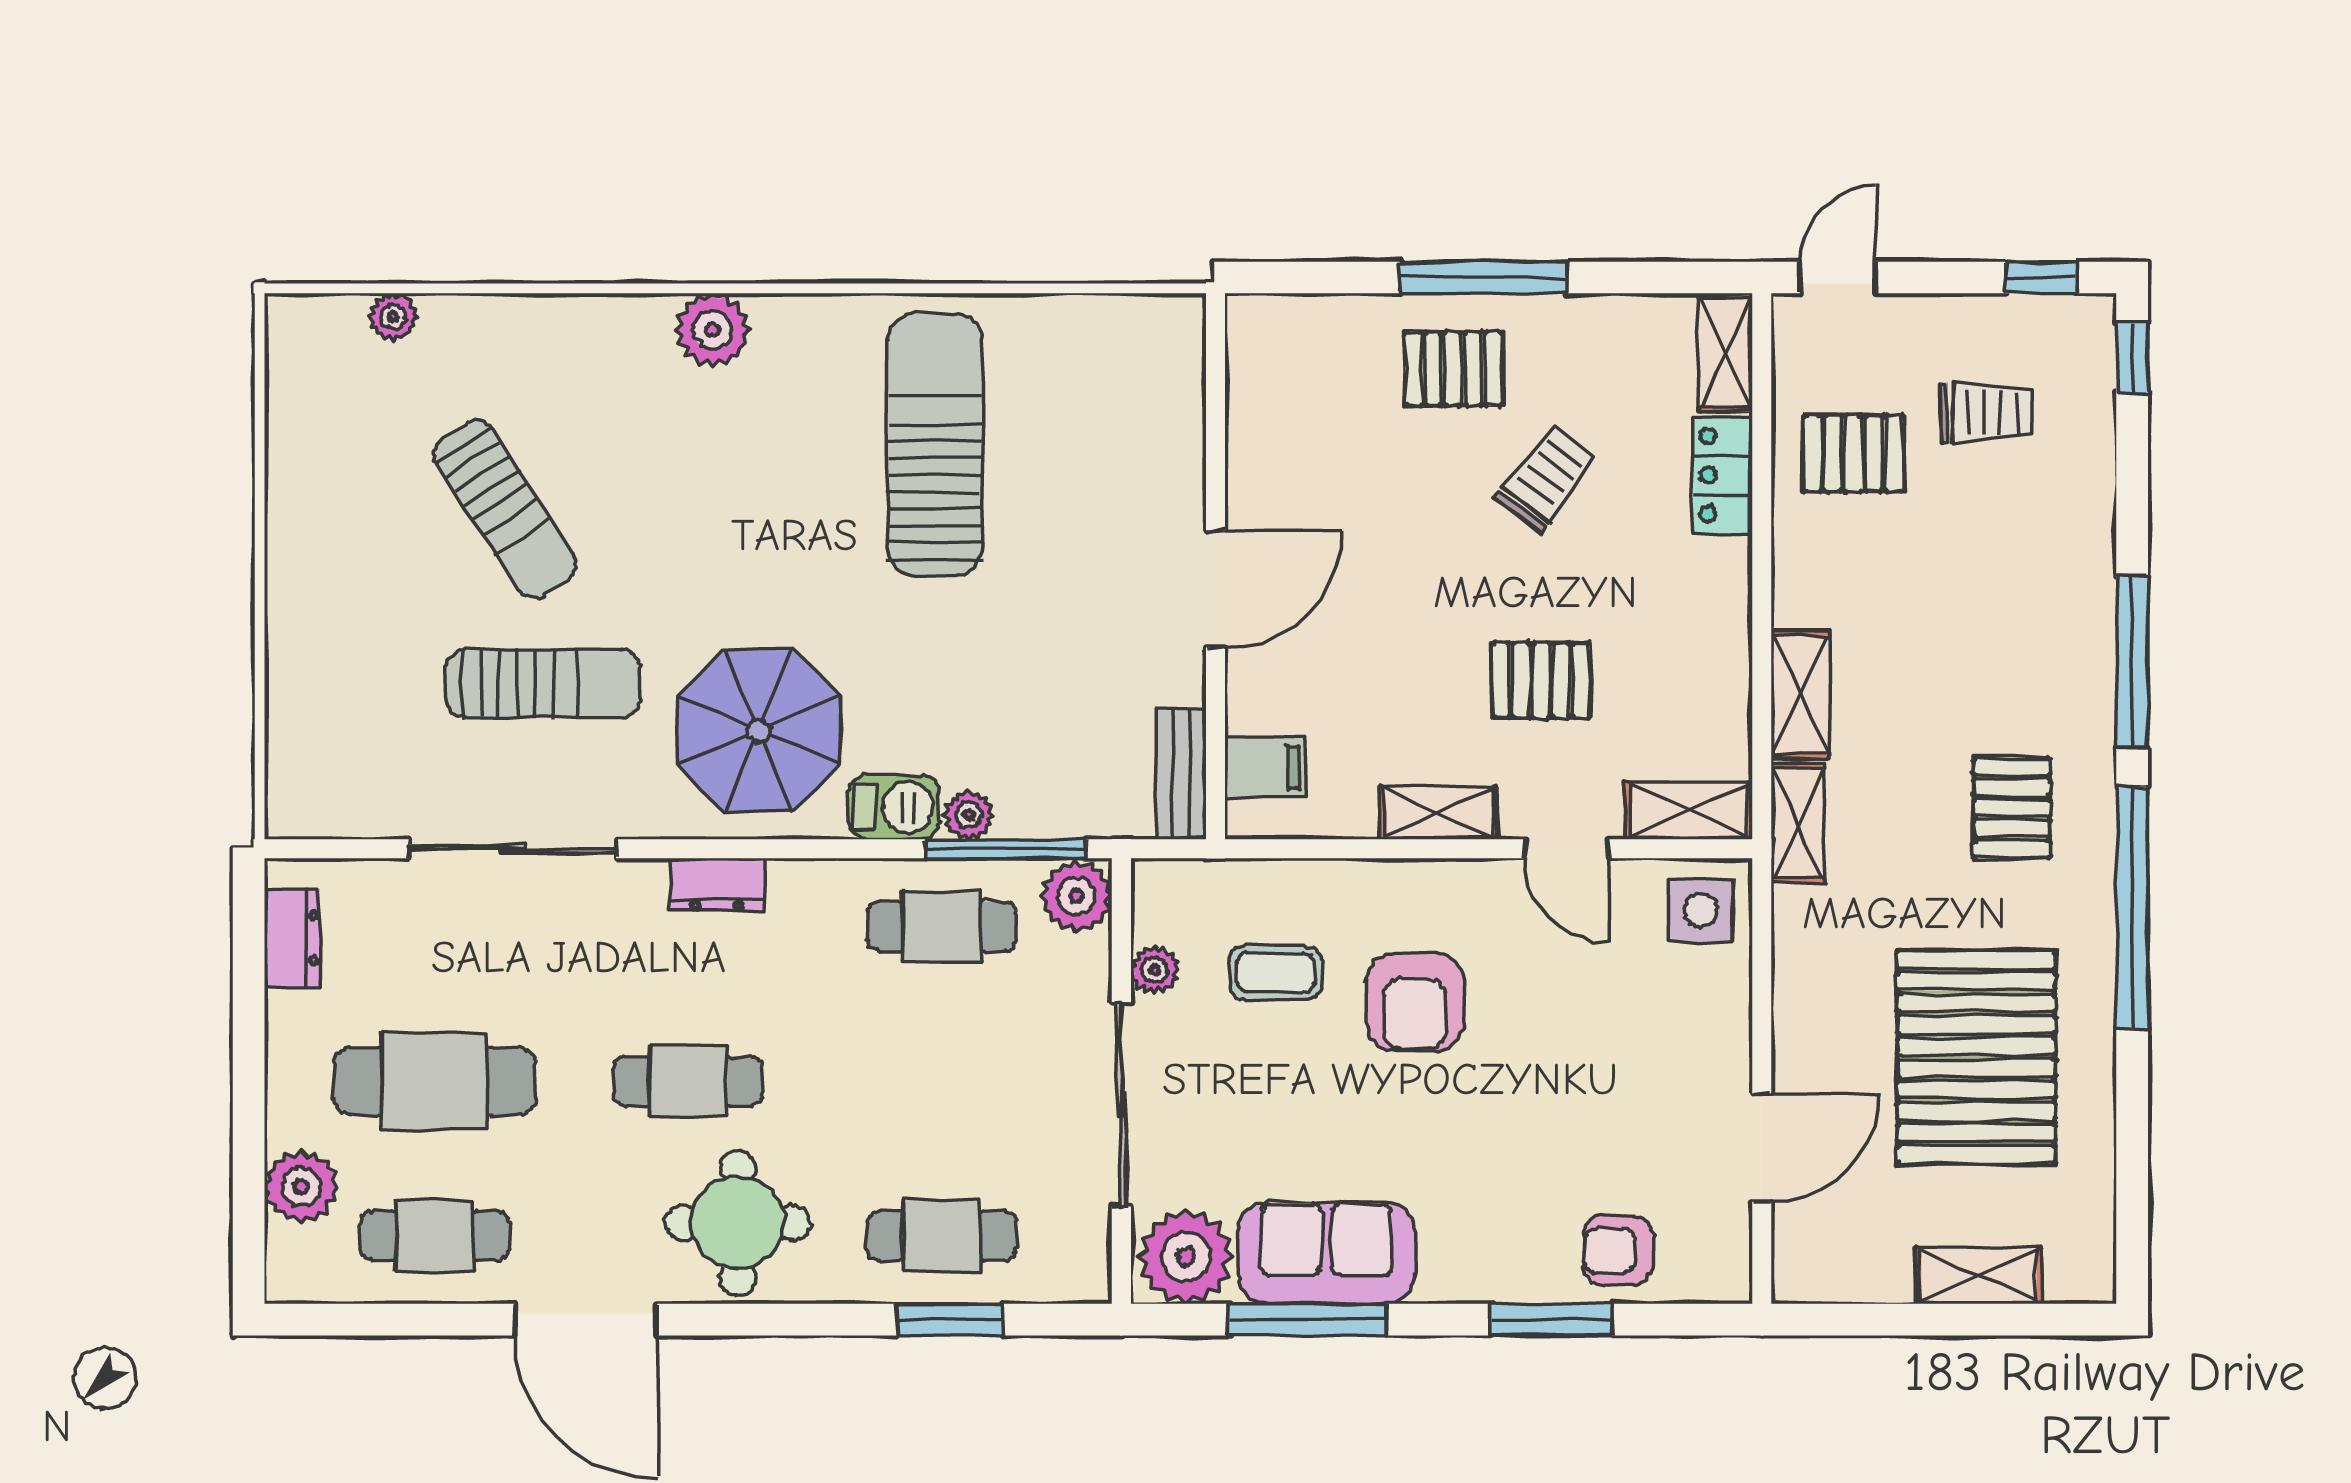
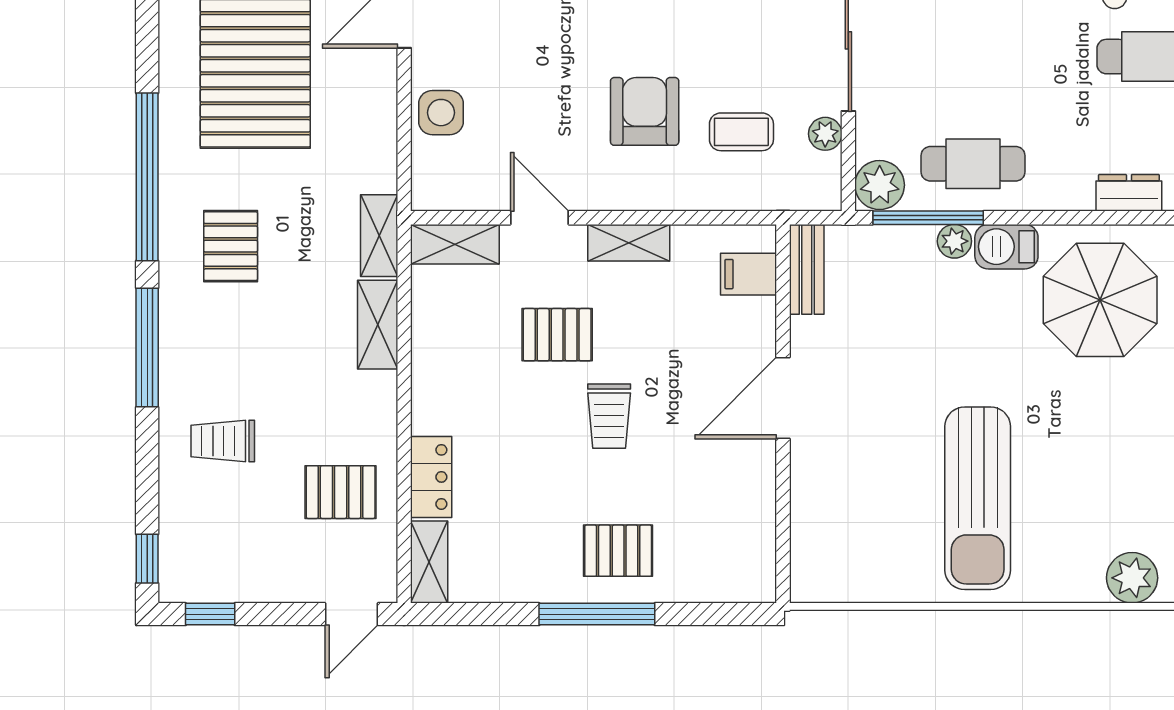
trolley: (1986, 413) -> (223, 441), moved
trolley: (1546, 478) -> (609, 416), moved, turned -37
side table: (1701, 910) -> (441, 113), moved

